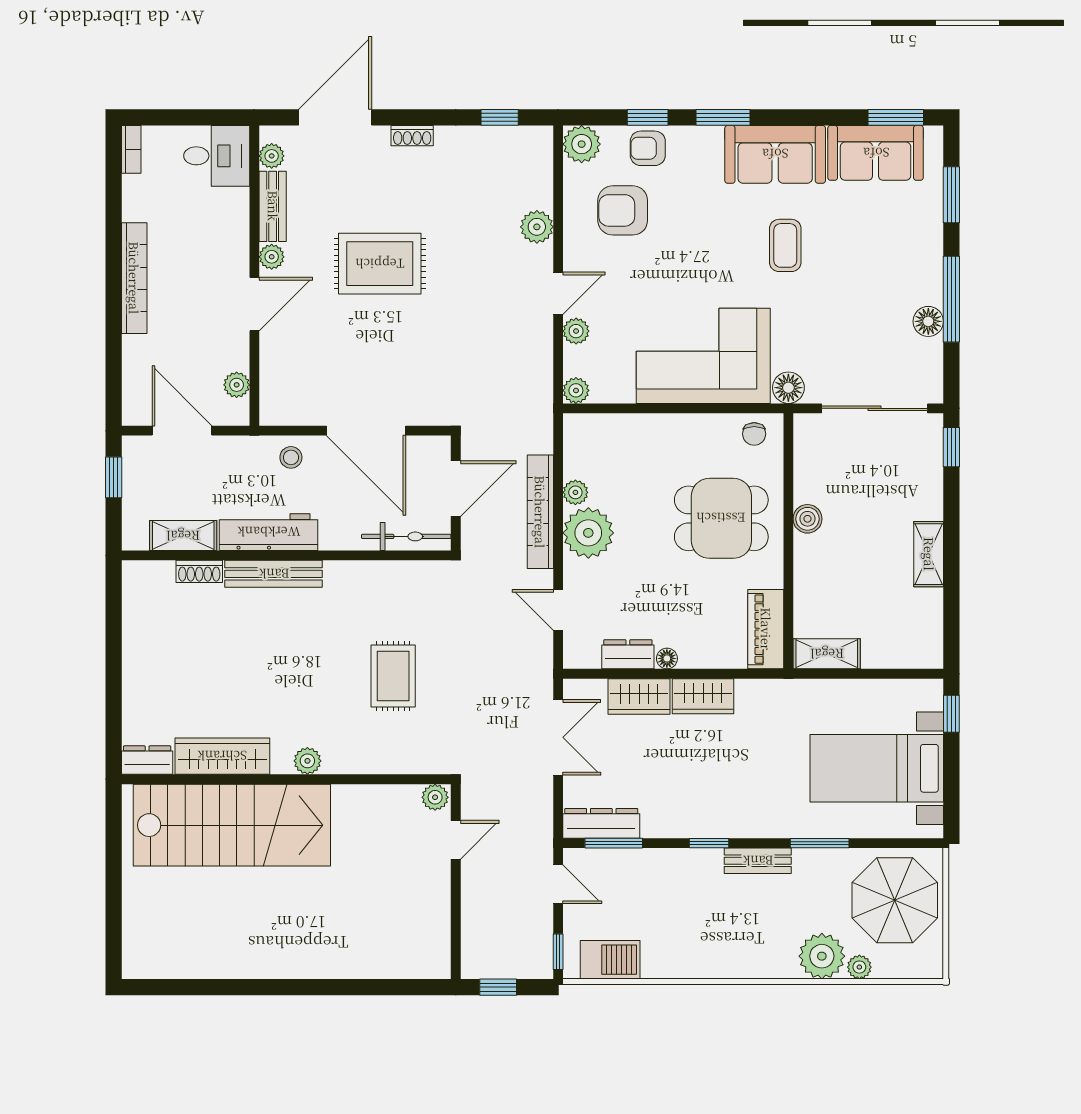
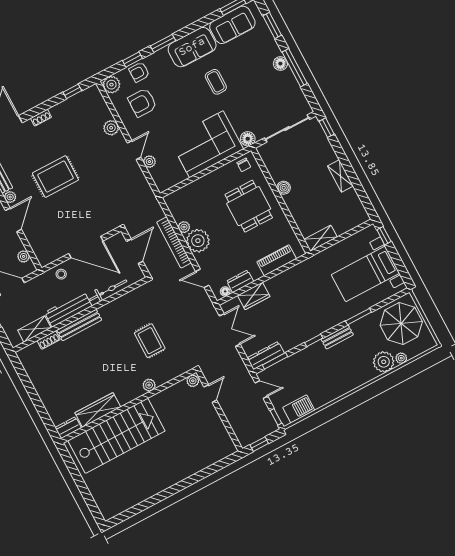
floor lamp: (928, 321) -> (280, 64), moved
plant: (576, 390) -> (162, 186), removed
dining table: (721, 518) -> (249, 206), turned 90
bicycle: (406, 536) -> (108, 290), moved
piano: (766, 629) -> (277, 260), moved, turned 90
floor lamp: (667, 658) -> (225, 291), moved
wardrobe: (703, 696) -> (280, 282), removed
plant: (307, 761) -> (149, 385), moved

